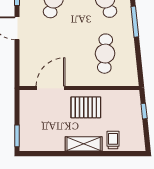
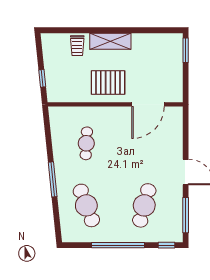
cafe table: (105, 54) -> (86, 143), width x0.73, depth x0.74

